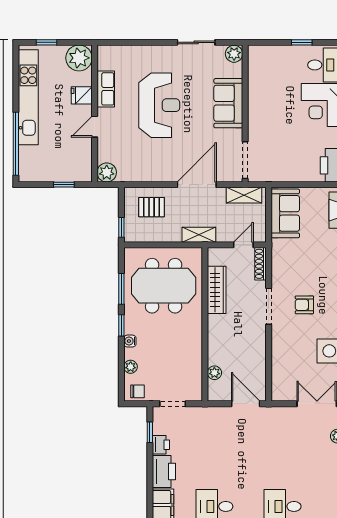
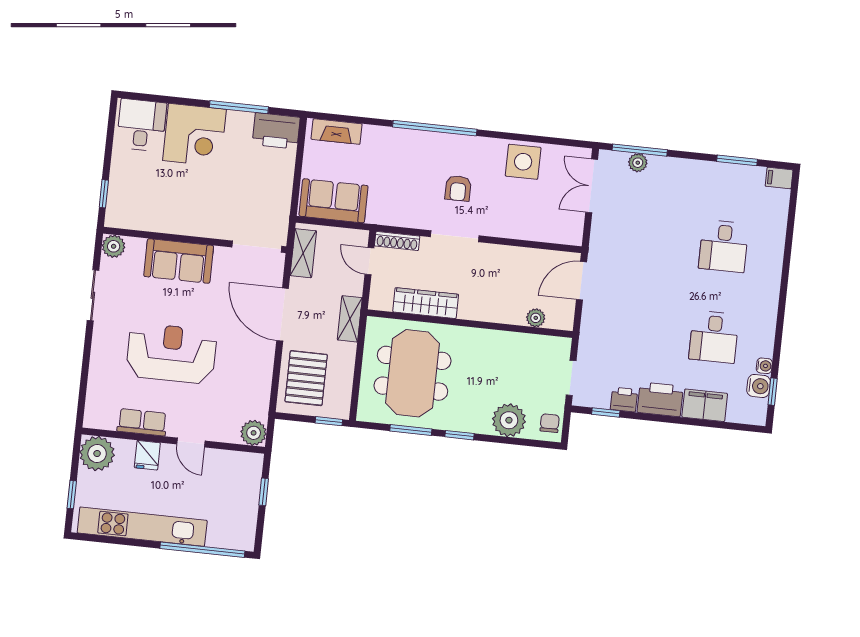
window: (302, 42) -> (104, 194), moved
pallet: (152, 207) -> (306, 378), width x1.50, depth x1.42
water cooler: (130, 341) -> (482, 426), removed
plant: (131, 367) -> (509, 420), width x1.88, depth x1.88

